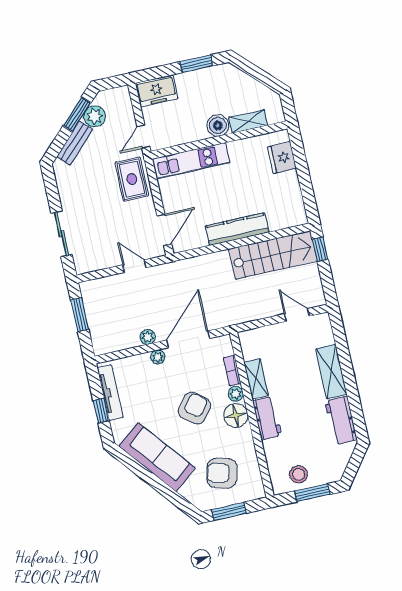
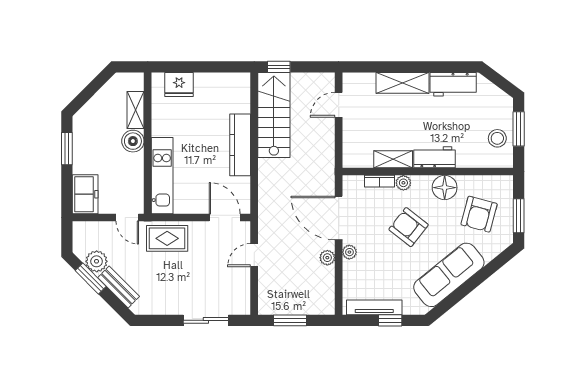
floor lamp: (236, 415) -> (445, 188), moved

